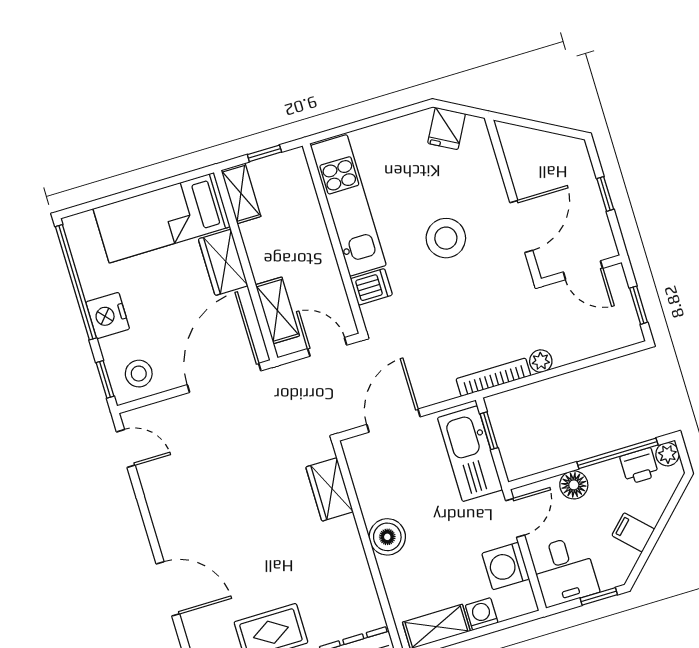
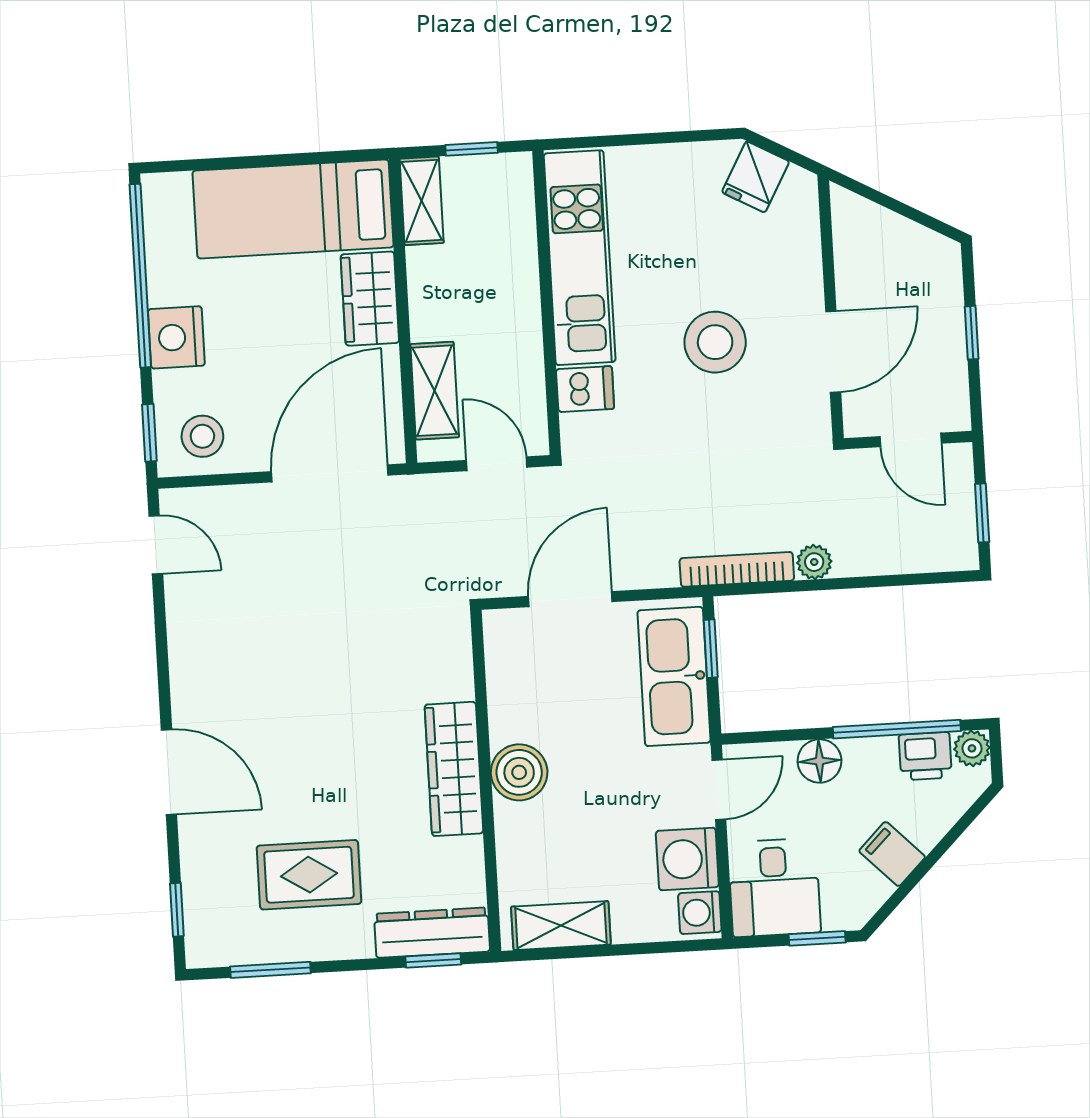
wardrobe: (329, 489) -> (454, 769), moved, width x1.50
washing machine: (482, 614) -> (700, 913), moved, turned -90

